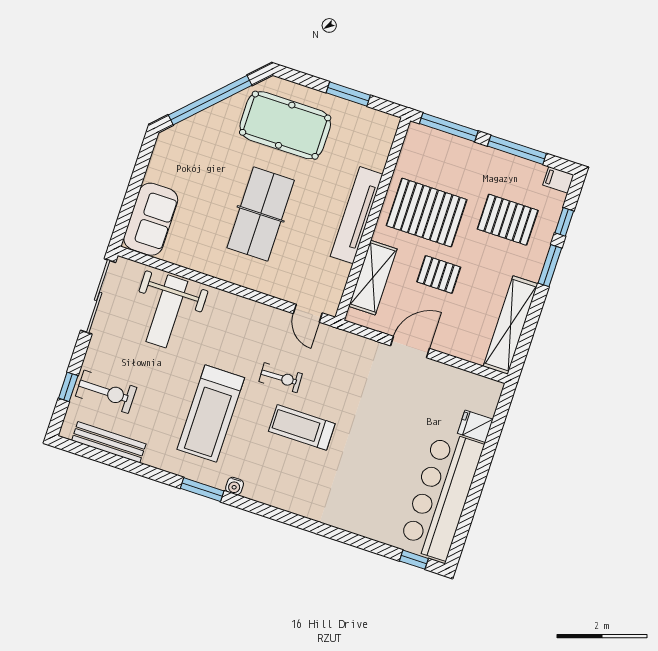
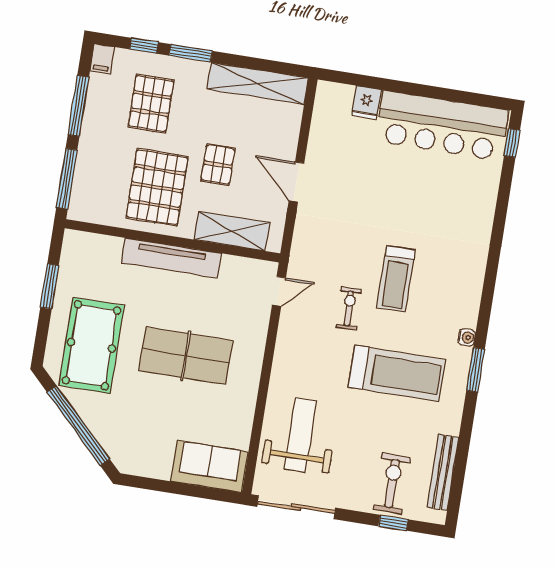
weight bench: (167, 311) -> (300, 435), turned -90

